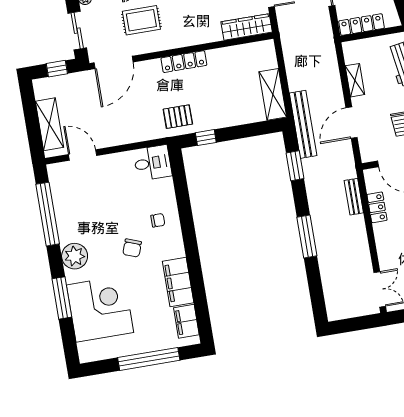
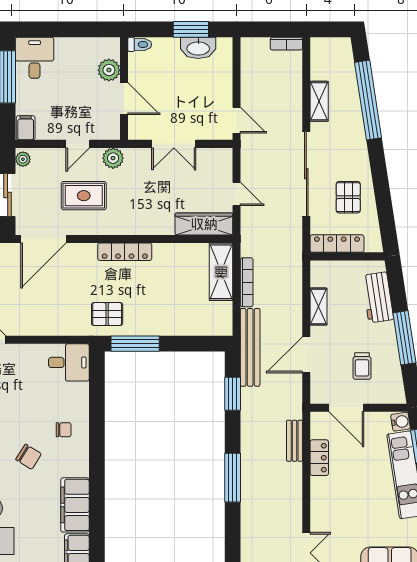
bookcase: (291, 70) -> (247, 282), added
shelving: (273, 94) -> (221, 272), moved
window: (206, 138) -> (135, 344), width x2.17
chair: (132, 248) -> (29, 457), turned -78

